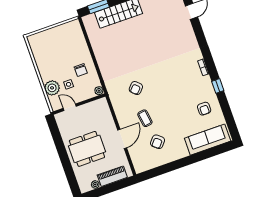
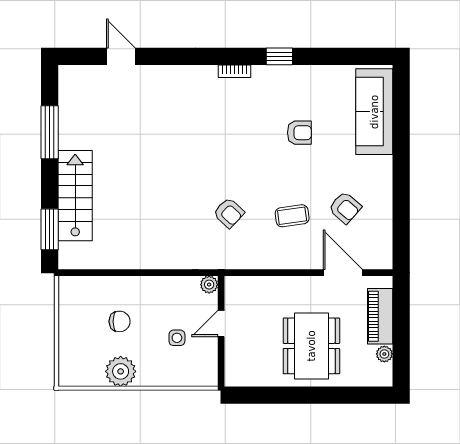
chair: (81, 70) -> (120, 321), moved
plant: (52, 88) -> (121, 371), moved
door: (70, 107) -> (221, 323), moved
armchair: (204, 109) -> (299, 133), moved
door: (122, 139) -> (343, 273), moved

